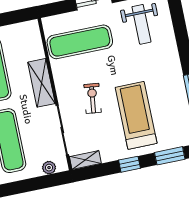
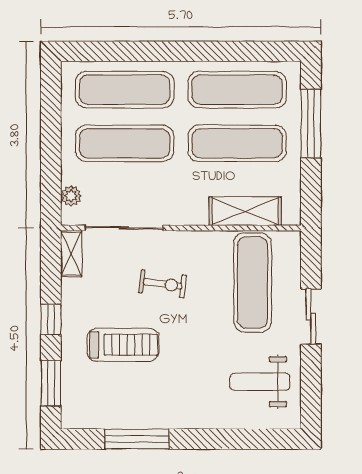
shelving: (41, 83) -> (245, 211), moved
treadmill: (136, 115) -> (123, 345), width x0.73, depth x0.73

